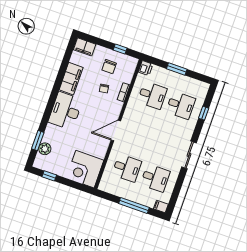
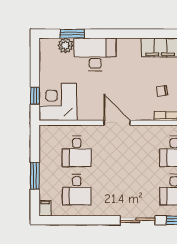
desk: (66, 111) -> (95, 54), moved
sliding door: (189, 155) -> (138, 220), moved
window: (49, 176) -> (35, 96), moved
window: (134, 206) -> (35, 176), width x0.69

